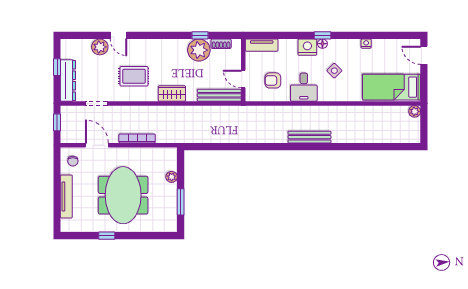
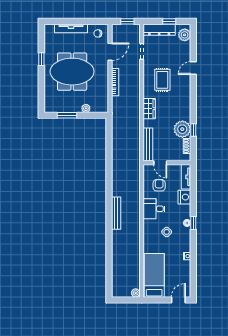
plant: (100, 47) -> (185, 35), moved
nightstand: (307, 47) -> (184, 197), moved
door: (243, 79) -> (160, 163), swing flipped

